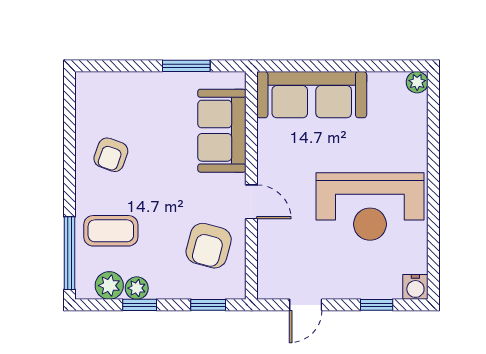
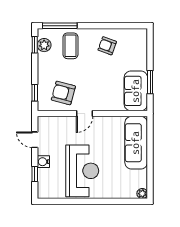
sofa: (222, 131) -> (136, 91), moved, turned -90
reception desk: (370, 207) -> (82, 171), turned 180
water cooler: (415, 287) -> (43, 162), moved
plant: (137, 288) -> (43, 58), removed
window: (140, 305) -> (35, 45), moved

